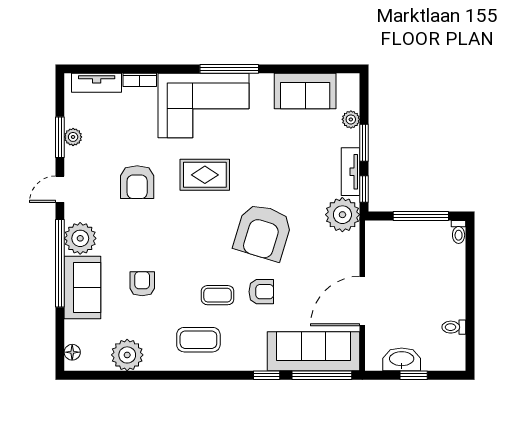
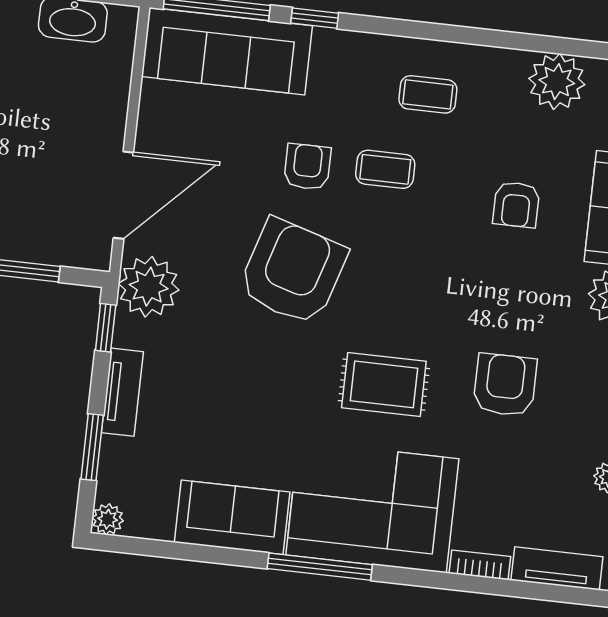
sofa: (305, 91) -> (232, 517), moved
plant: (351, 119) -> (108, 519), moved
window: (364, 143) -> (92, 447), moved
tv unit: (351, 172) -> (122, 392), moved
armchair: (261, 292) -> (307, 167), turned 90
door: (362, 301) -> (123, 195), moved
coffee table: (198, 340) -> (428, 94), width x0.73, depth x0.77

